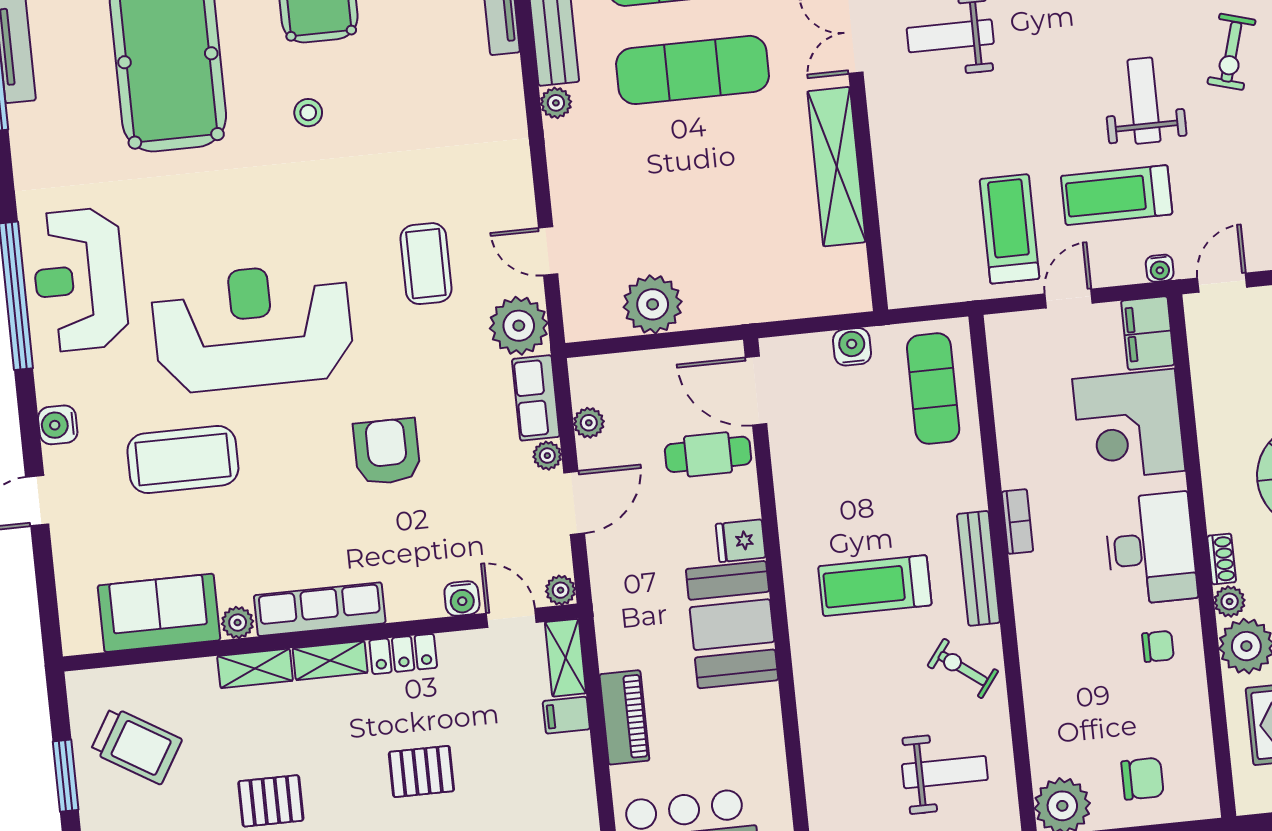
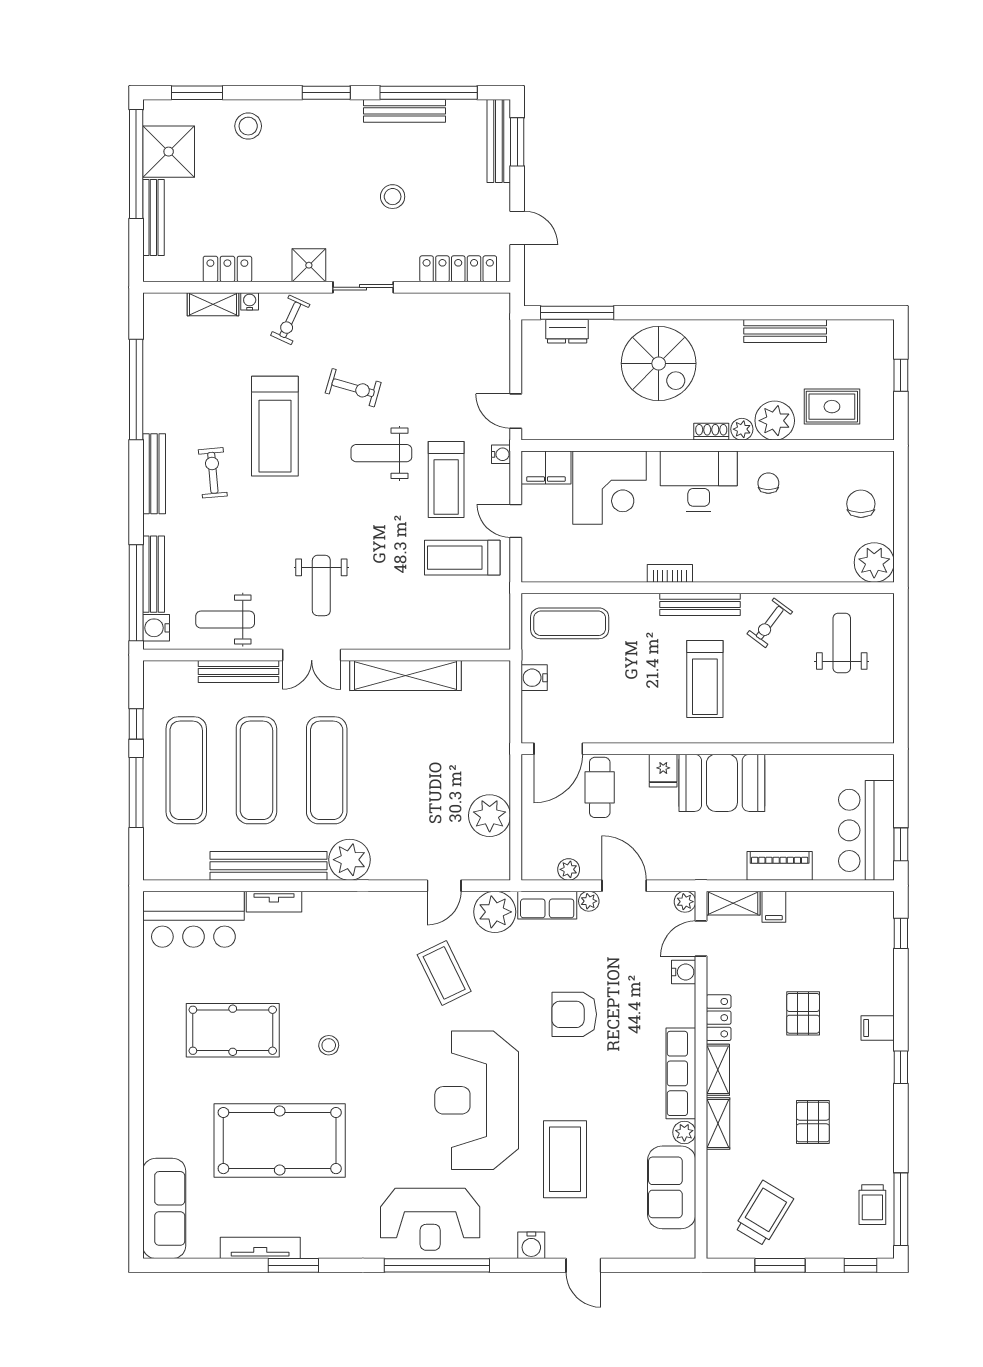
plant: (556, 103) -> (350, 860), width x1.87, depth x1.87
coffee table: (426, 264) -> (444, 973), turned 64

